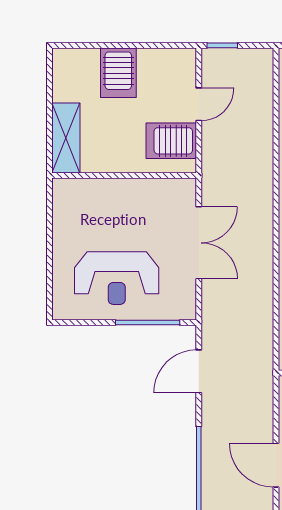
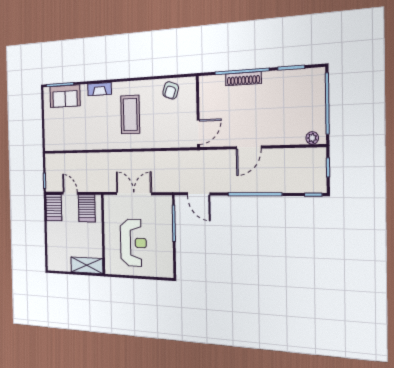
server rack: (118, 73) -> (54, 208), moved, turned 90
reception desk: (117, 278) -> (133, 243), moved

